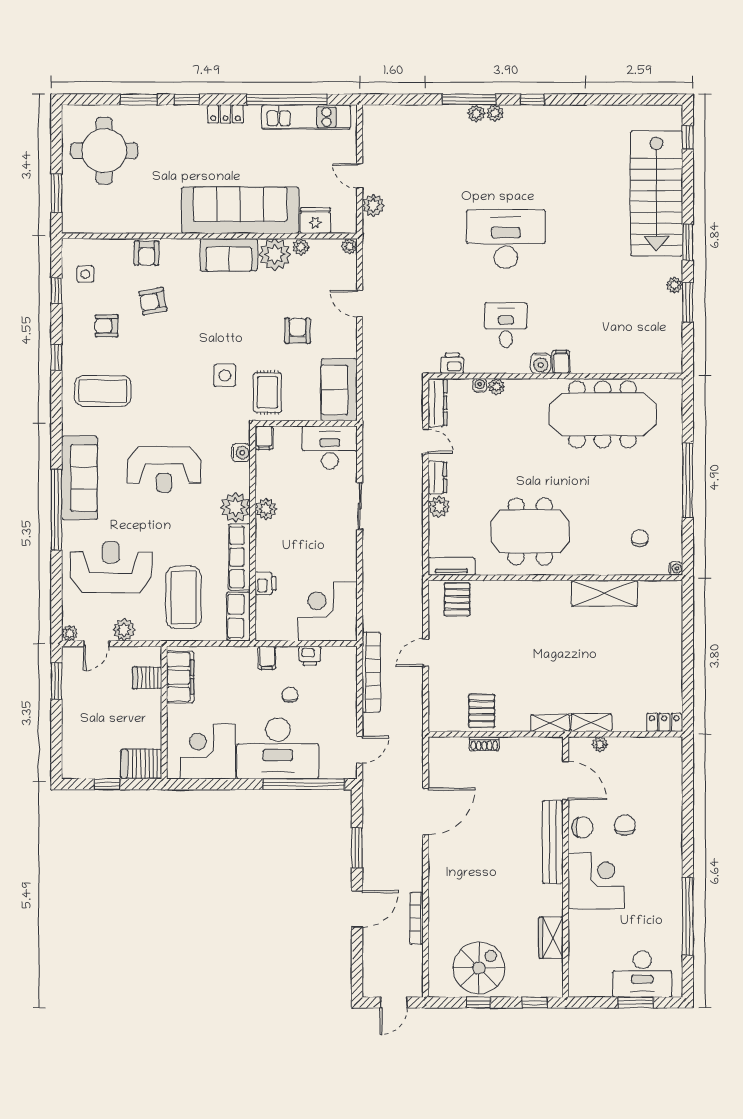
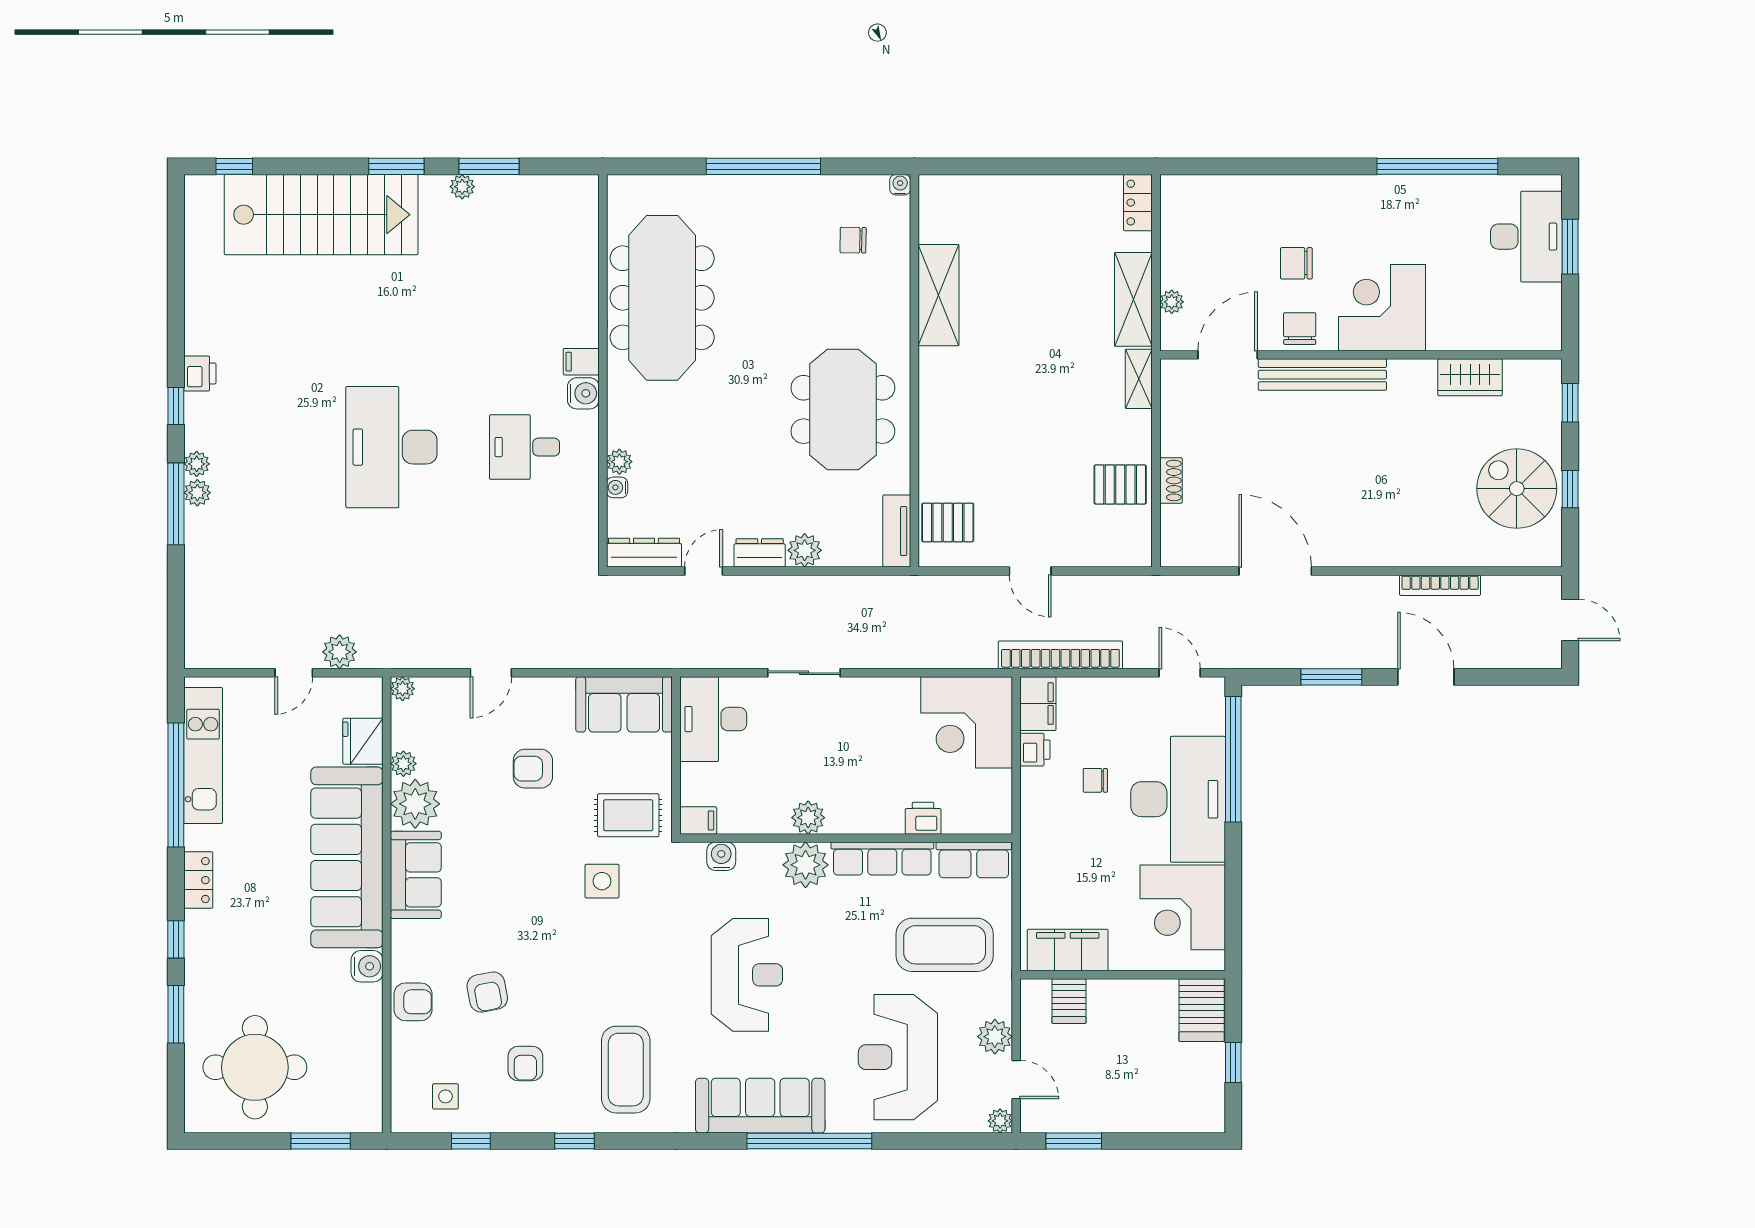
water cooler: (170, 223) -> (367, 966), added
printer: (452, 363) -> (200, 374), moved, turned 180
filing cabinet: (267, 658) -> (1038, 704), moved, width x2.00
shelving: (591, 723) -> (1133, 299), width x1.50, depth x1.33

